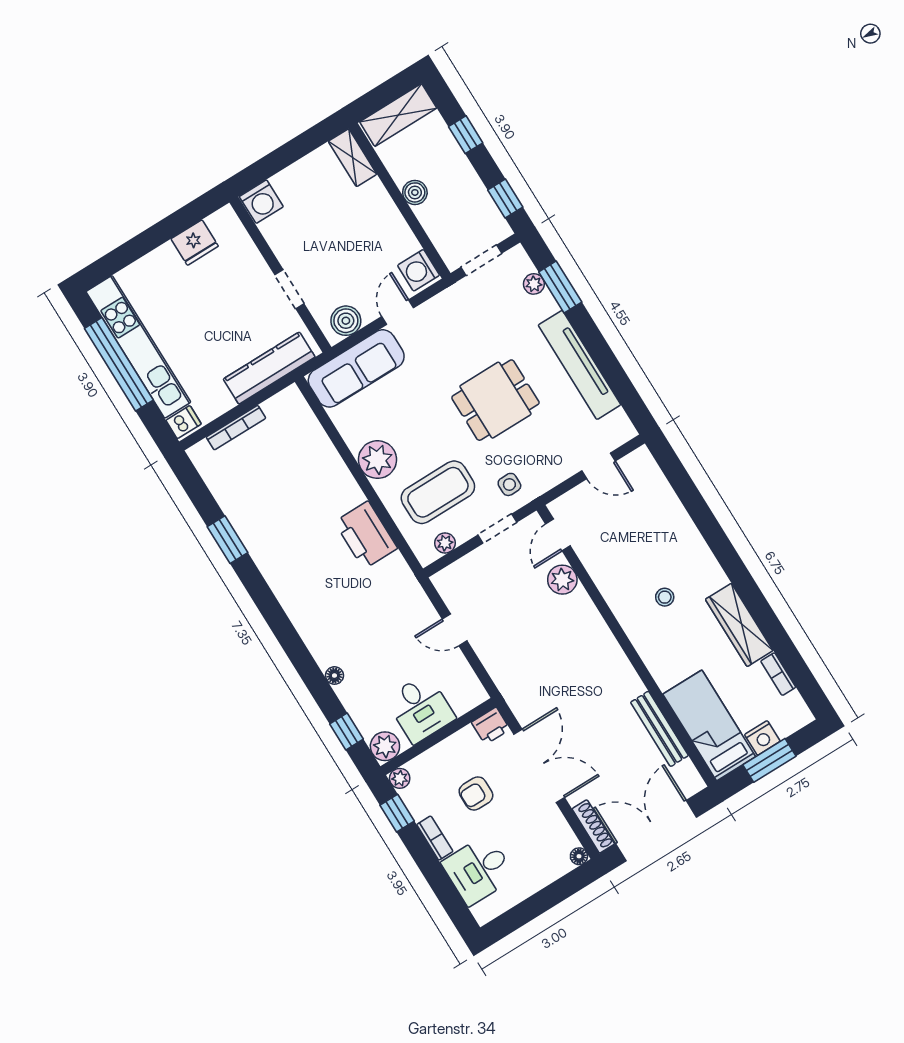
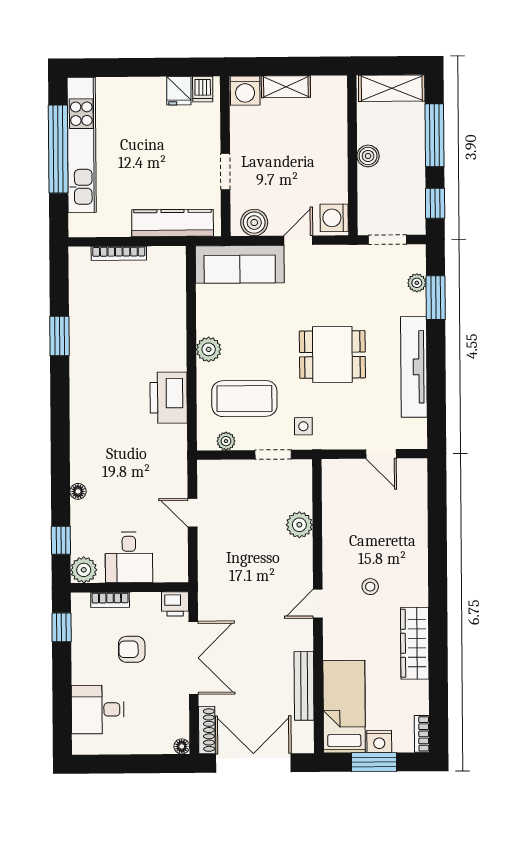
window: (466, 135) -> (435, 135), width x2.17
shelving: (353, 158) -> (286, 87), moved, turned 90
fridge: (195, 243) -> (179, 91), width x0.72
dishwasher: (184, 422) -> (203, 89), moved, turned 90
plant: (378, 460) -> (209, 349), width x0.73, depth x0.73
door: (558, 535) -> (318, 604), moved
bookcase: (778, 674) -> (422, 734), moved
plant: (400, 778) -> (80, 602), removed
bookcase: (435, 838) -> (110, 600), moved, turned 90

